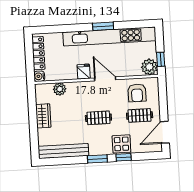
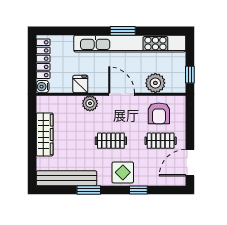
plant: (149, 67) -> (155, 83), moved
fridge: (84, 72) -> (80, 84), moved
plant: (60, 89) -> (90, 103), moved
wardrobe: (43, 116) -> (45, 134), width x1.50
display table: (121, 144) -> (123, 172), moved
window: (97, 159) -> (89, 190), moved

